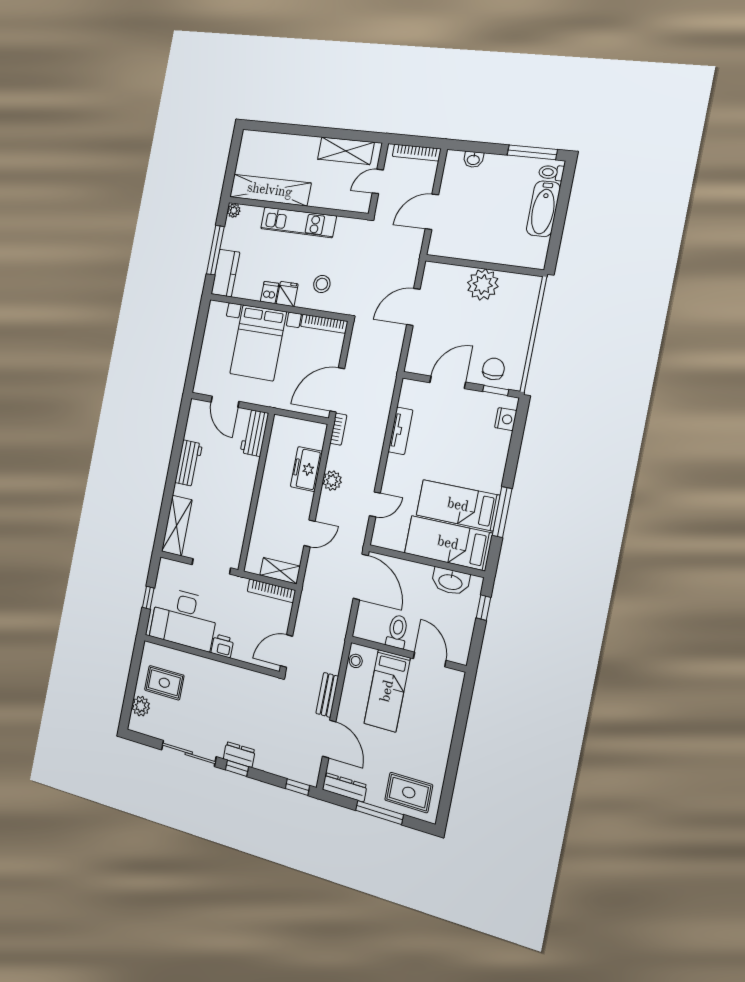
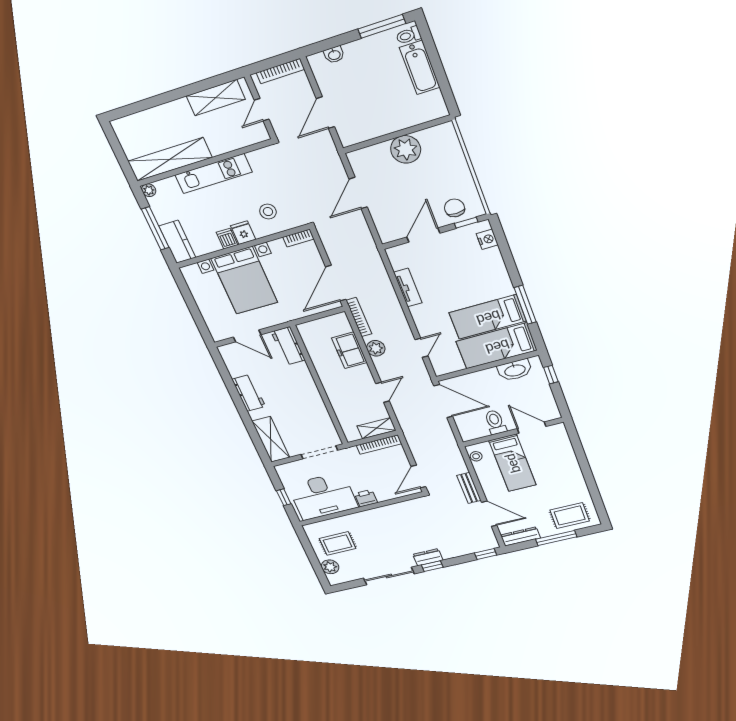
bookcase: (324, 324) -> (298, 238), width x0.64
bookcase: (338, 429) -> (359, 317), width x1.56

